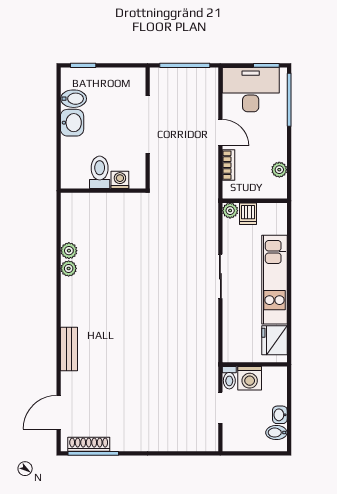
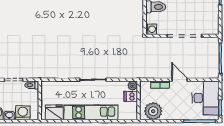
door: (220, 133) -> (180, 80), swing flipped
plant: (279, 170) -> (153, 111), width x1.88, depth x1.88
washing machine: (120, 180) -> (151, 29), moved
washing machine: (250, 378) -> (23, 113), moved, turned 90

